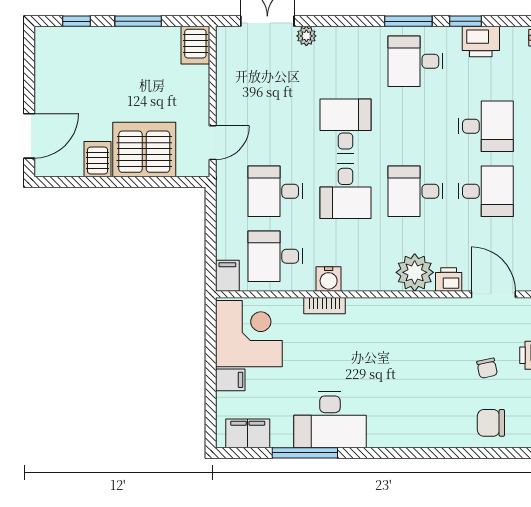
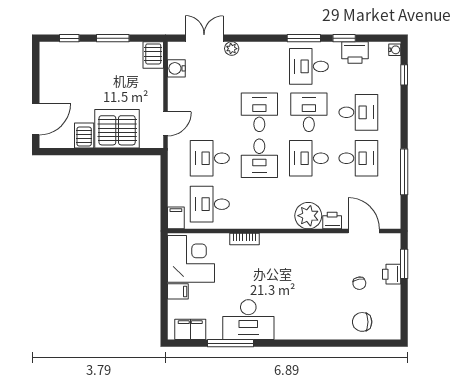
desk: (416, 126) -> (309, 112), added
water cooler: (329, 279) -> (176, 68), moved, turned 90

